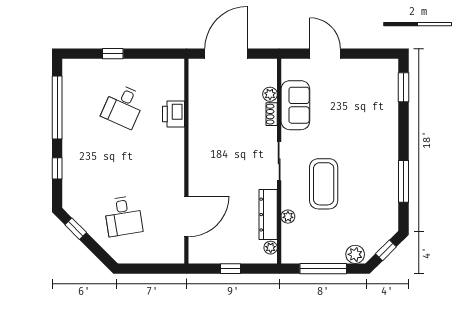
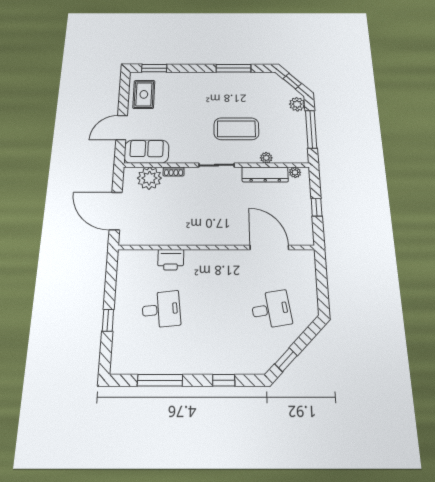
rug: (368, 77) -> (144, 94), added
plant: (270, 94) -> (149, 178), width x1.87, depth x1.87
sofa: (295, 105) -> (147, 152), moved
desk: (123, 106) -> (161, 309), turned -30
window: (57, 107) -> (160, 380), width x0.68

